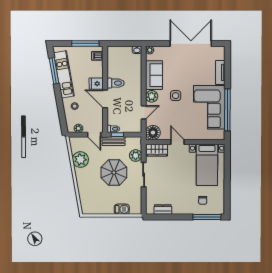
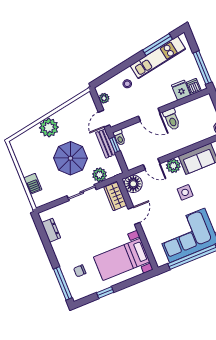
fridge: (96, 84) -> (181, 90), moved
door: (105, 99) -> (149, 115), swing flipped
plant: (80, 160) -> (49, 128), moved
window: (227, 188) -> (105, 292), added

